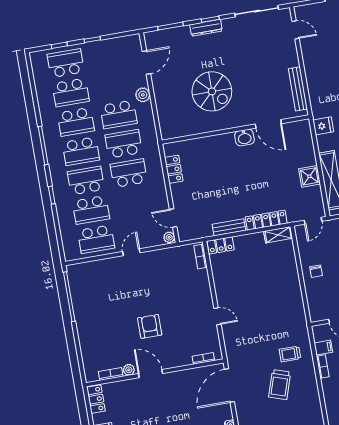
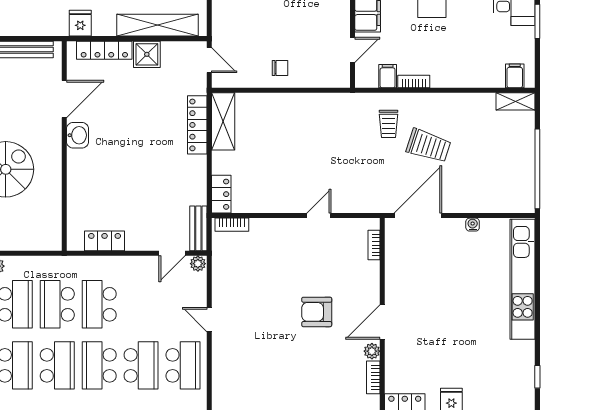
locker: (307, 146) -> (104, 50), added
bench: (229, 227) -> (198, 228), moved
shelving: (278, 235) -> (223, 121), width x1.50, depth x1.33
door: (229, 386) -> (418, 216), swing flipped

